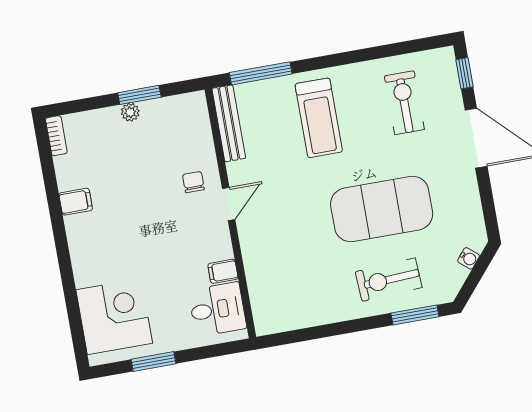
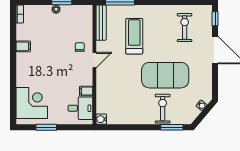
treadmill: (319, 118) -> (134, 36), moved, turned 180
exercise bike: (389, 280) -> (163, 109), turned 93
water cooler: (265, 324) -> (101, 119), added

